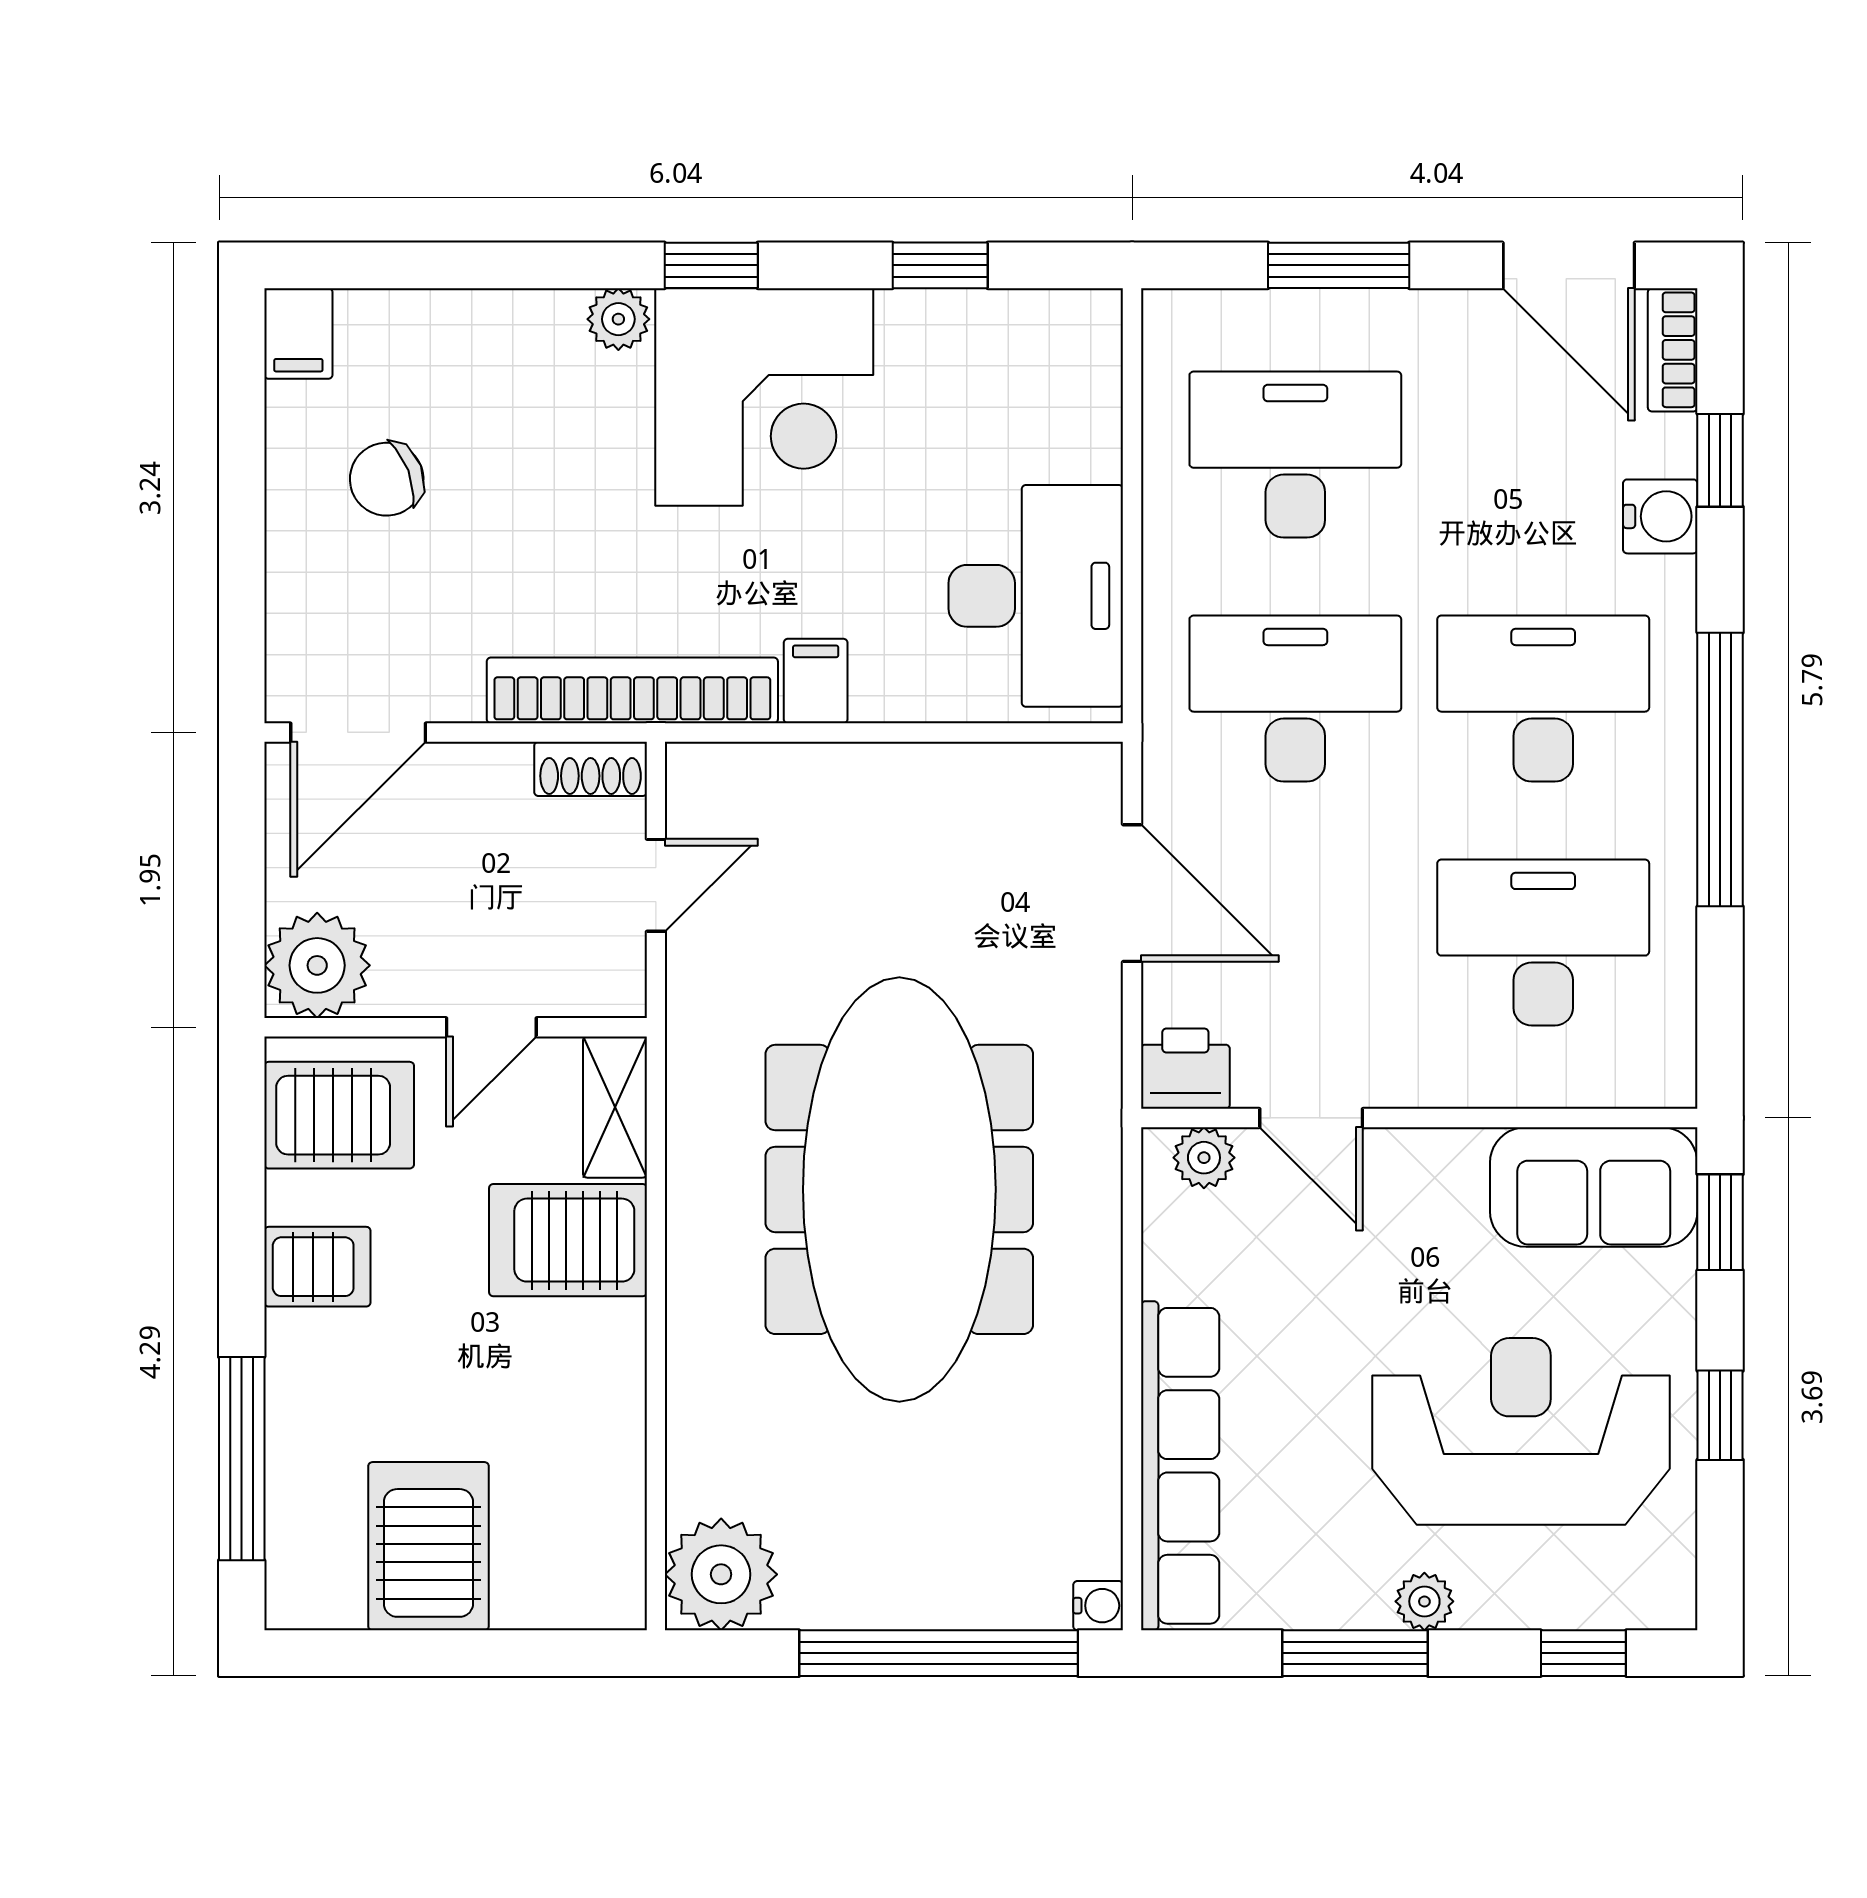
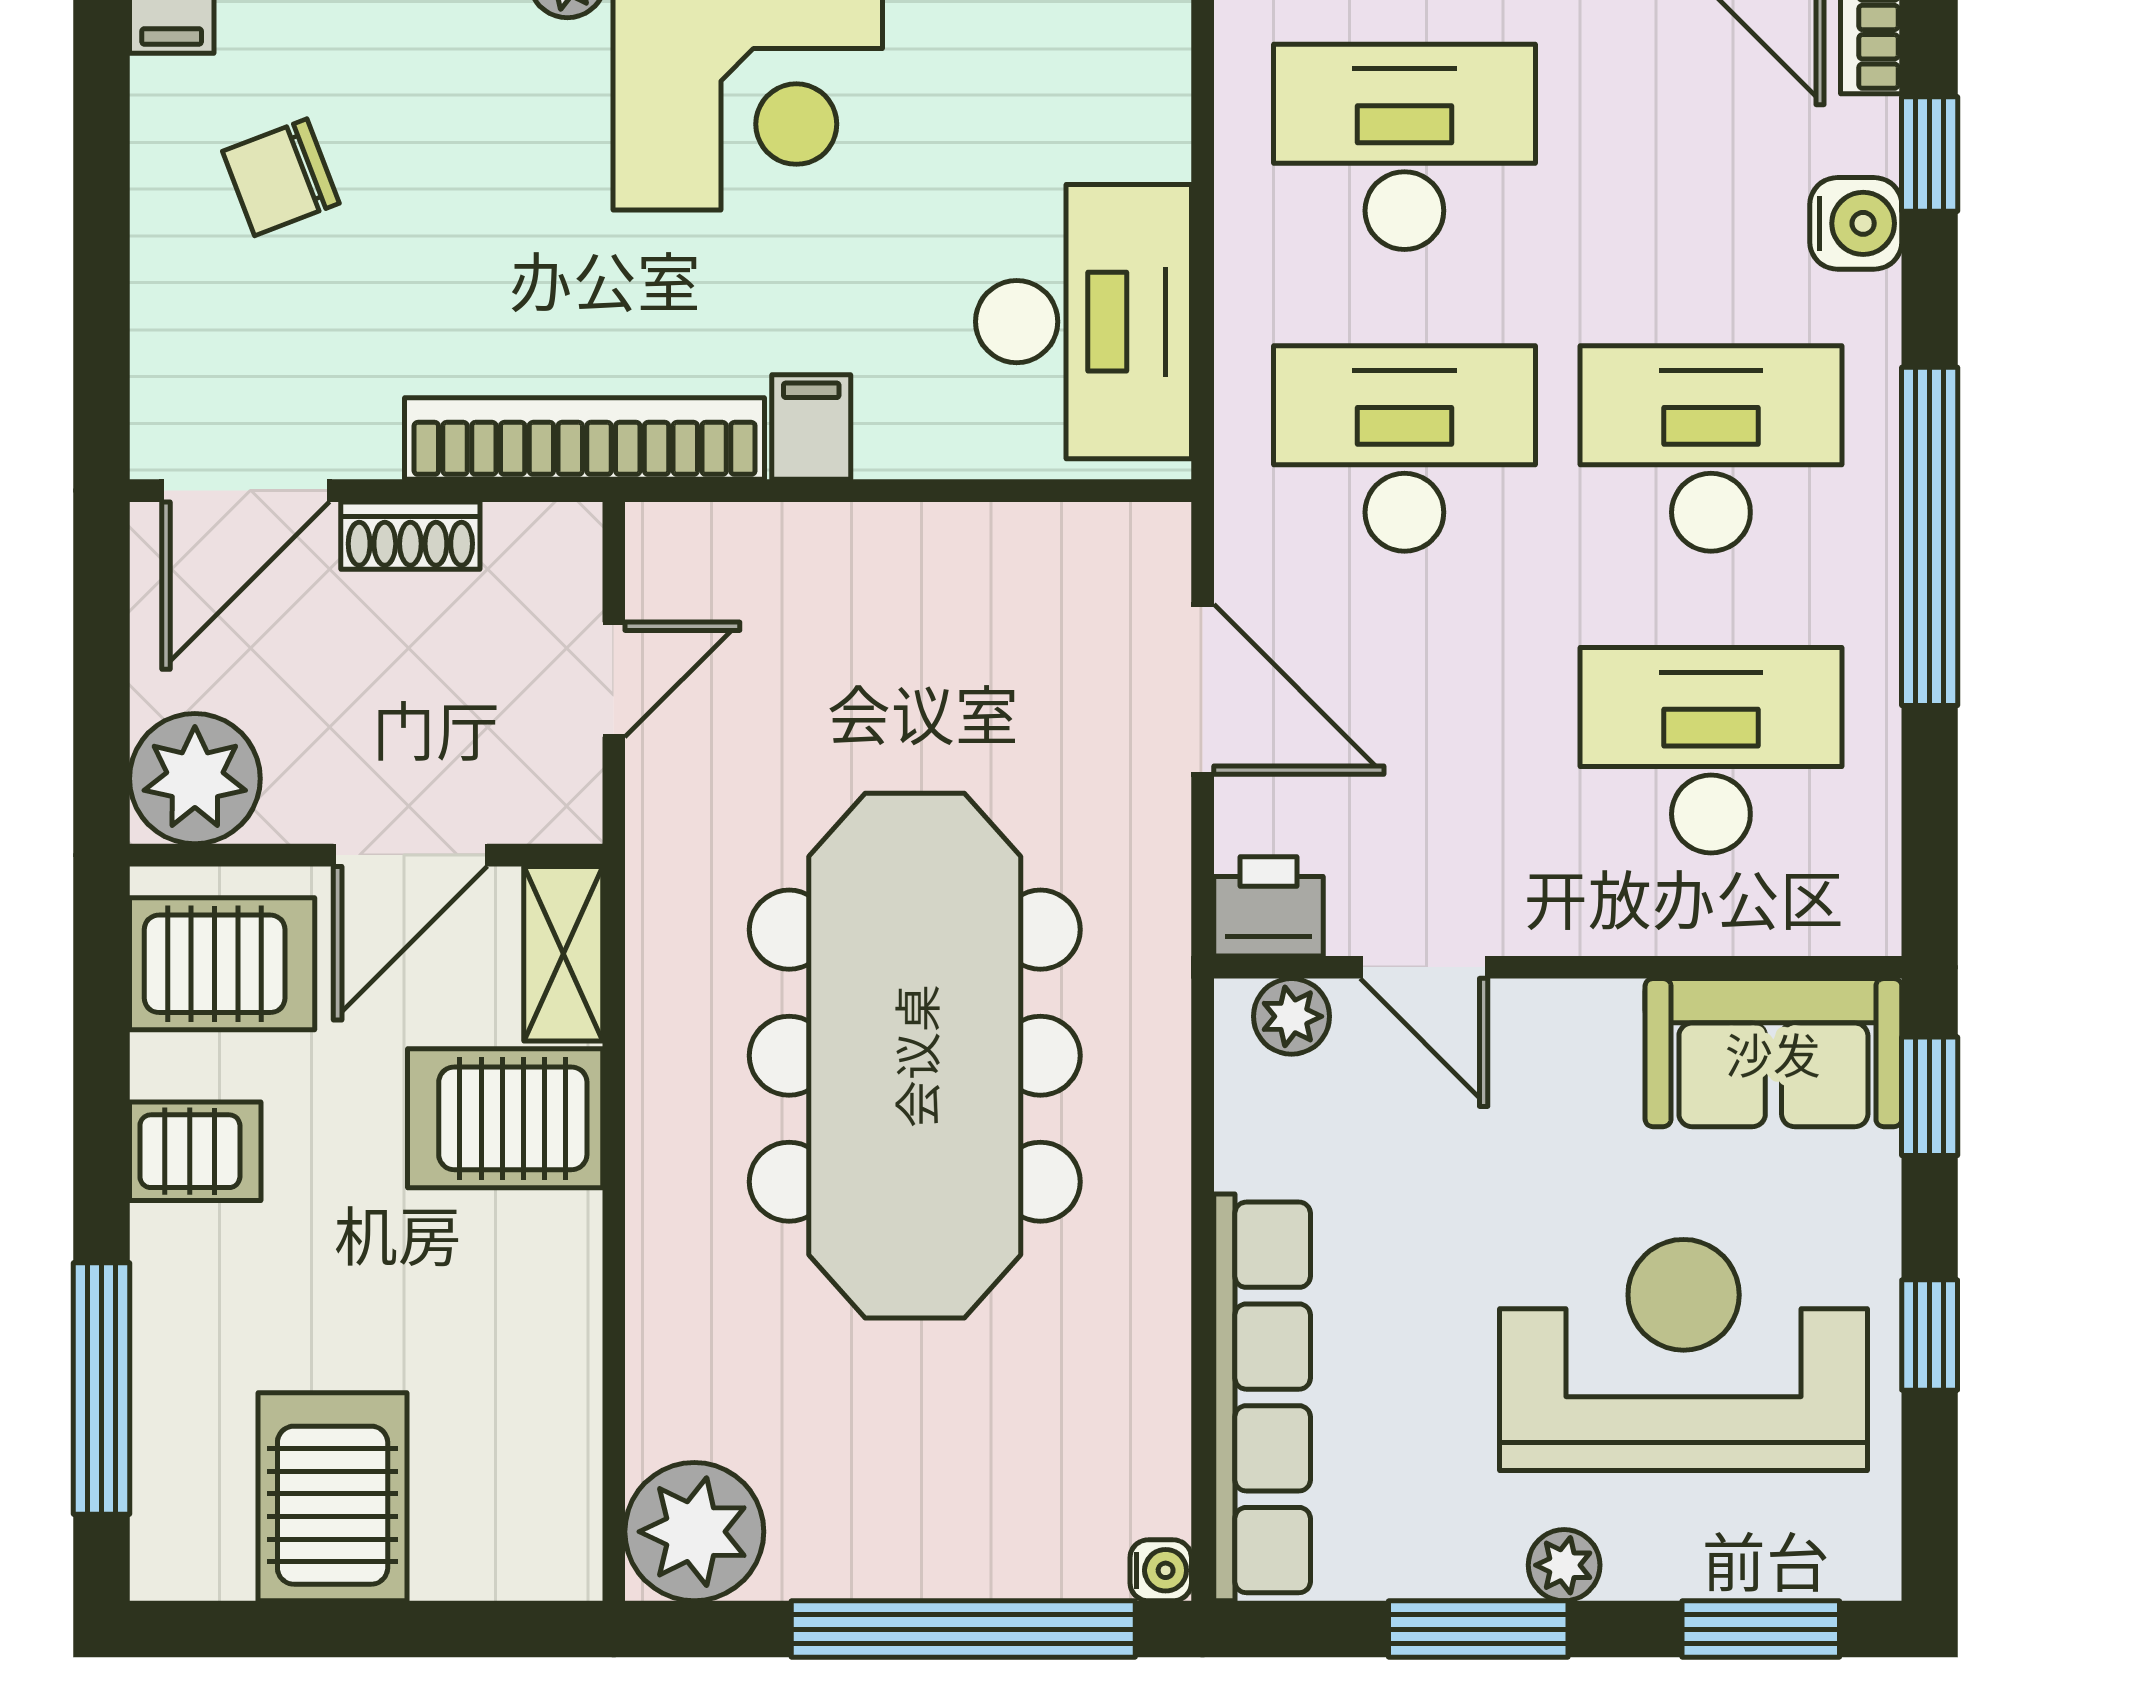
shoe rack: (591, 769) -> (410, 536), moved
door: (491, 1027) -> (410, 855), width x1.38
window: (1583, 1653) -> (1761, 1629), width x1.50

